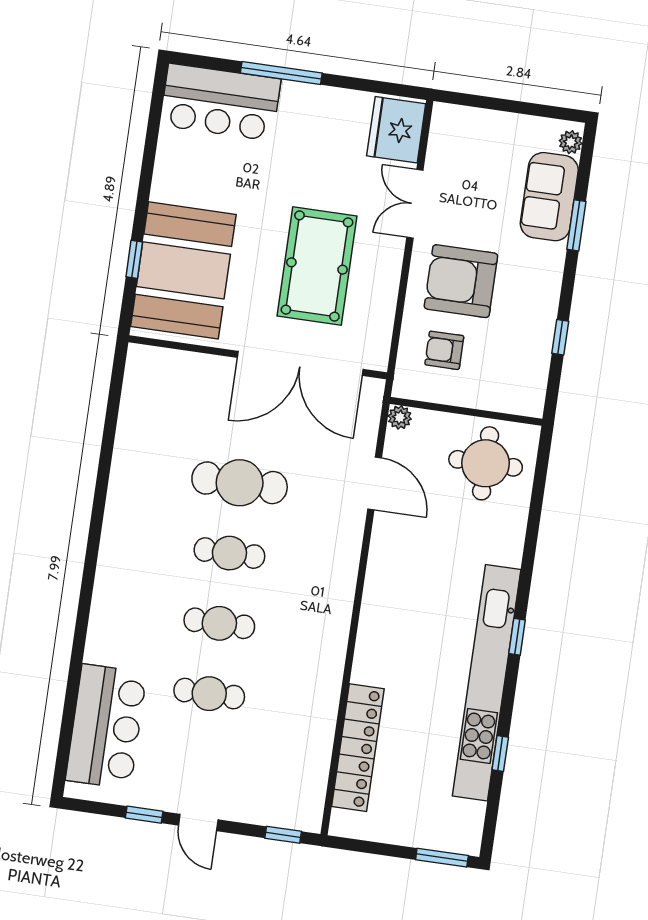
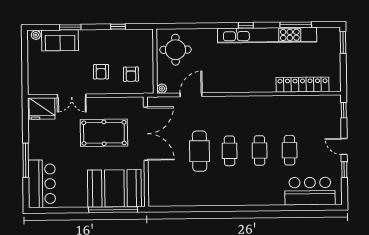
window: (134, 259) -> (113, 210), width x3.17
armchair: (461, 281) -> (101, 72), width x0.53, depth x0.53
window: (500, 753) -> (296, 25), width x2.17
door: (198, 823) -> (344, 146), swing flipped

